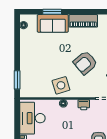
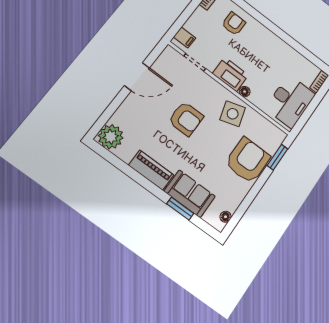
armchair: (85, 63) -> (186, 119), turned 40
armchair: (33, 65) -> (248, 160), added
printer: (84, 105) -> (230, 74), width x1.87, depth x1.48

